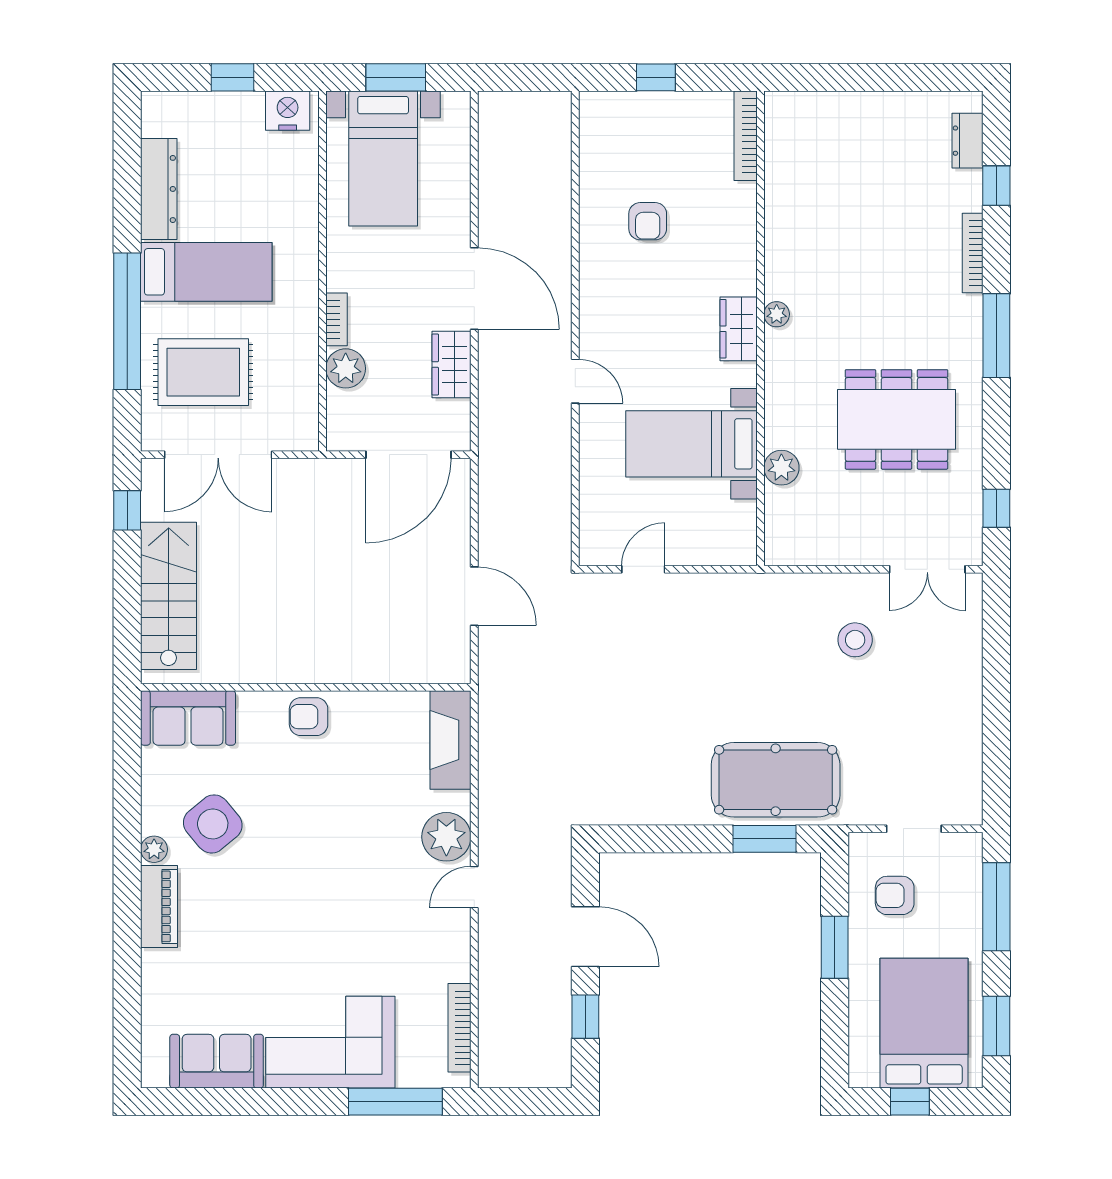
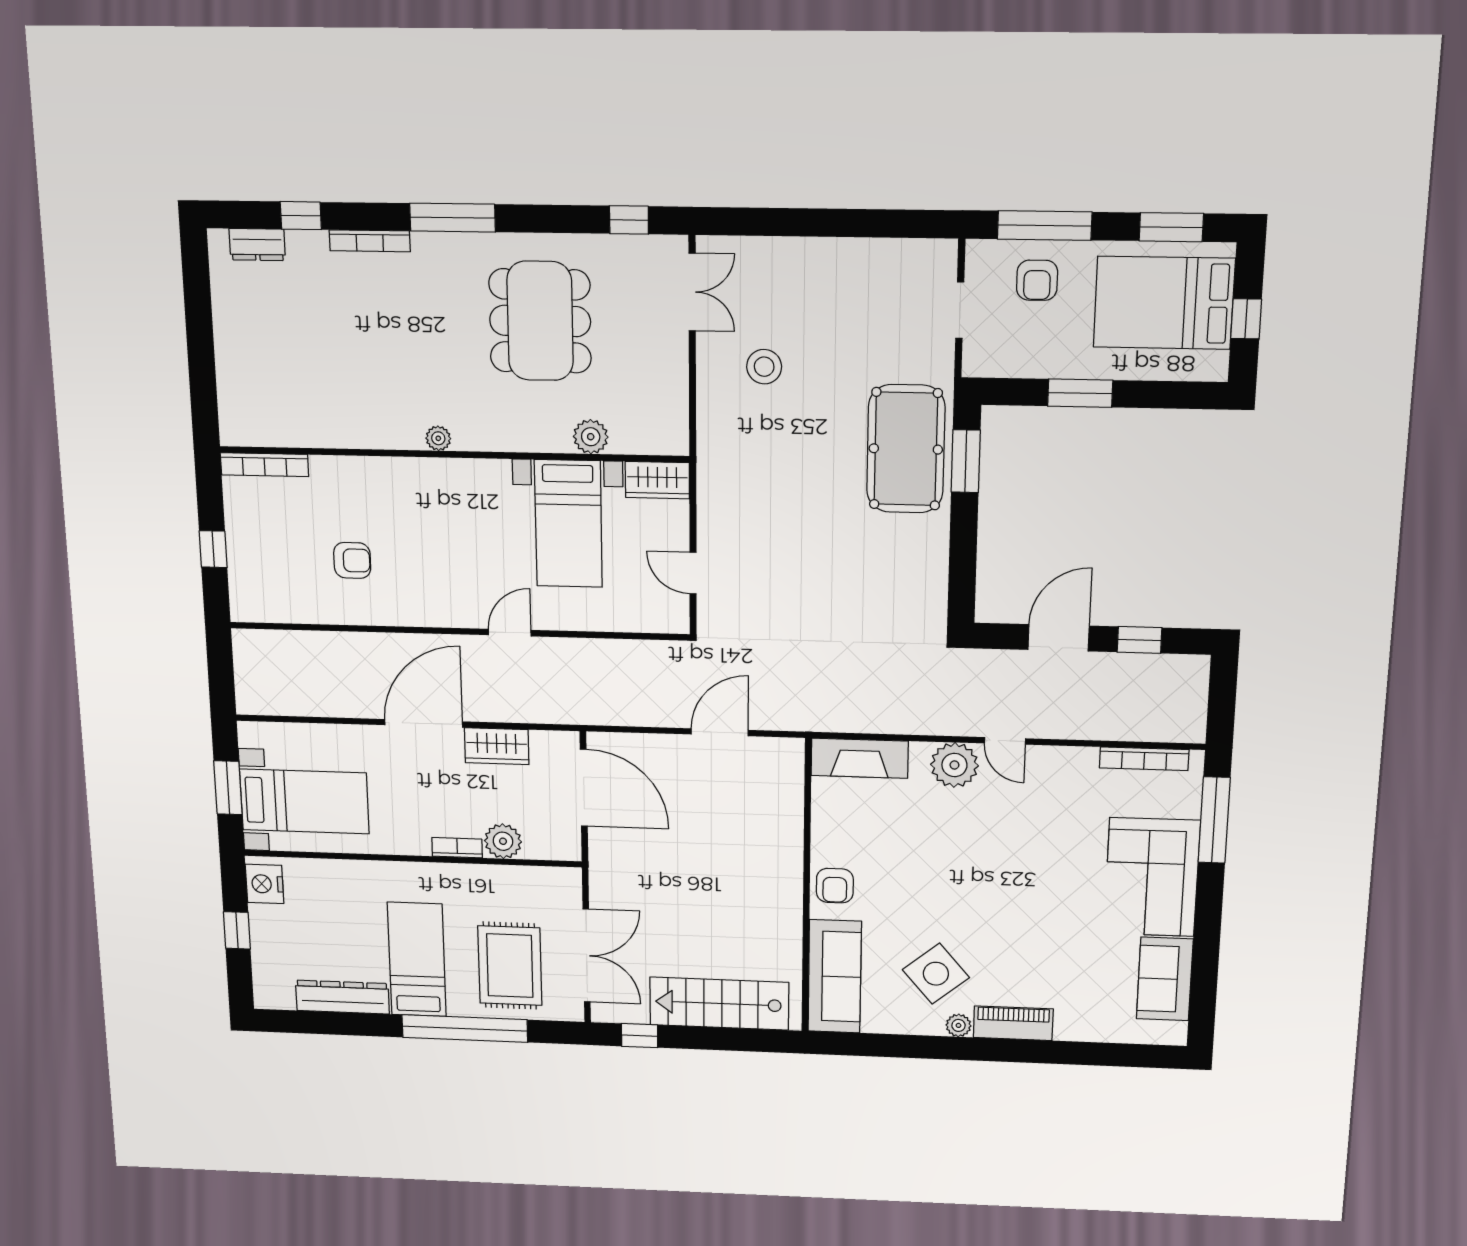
wardrobe: (739, 329) -> (657, 480), moved
sofa: (188, 718) -> (835, 977), width x1.36
armchair: (895, 895) -> (1037, 280), moved

